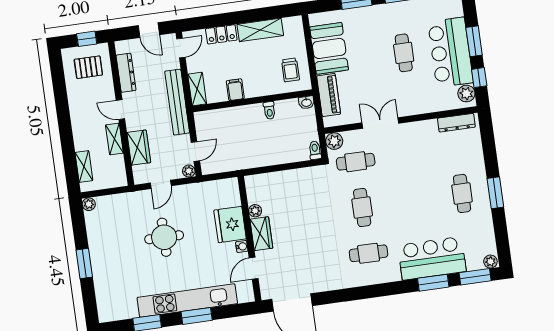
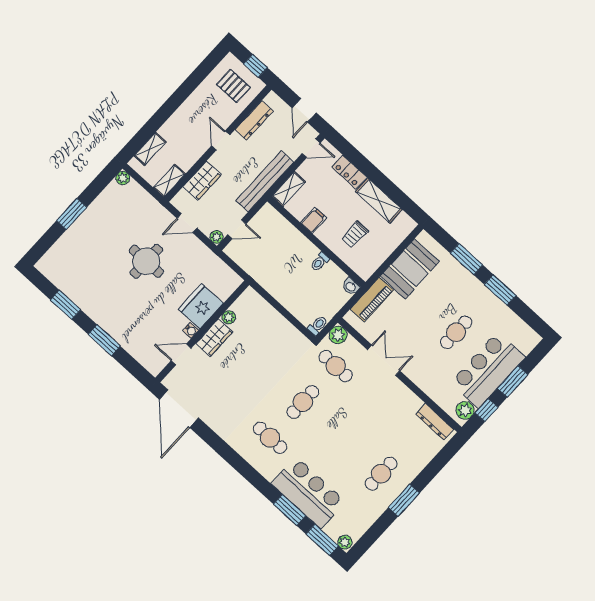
trolley: (290, 70) -> (355, 234), moved
shelving: (114, 139) -> (169, 181), moved
kitchen unit: (187, 301) -> (111, 322), removed

